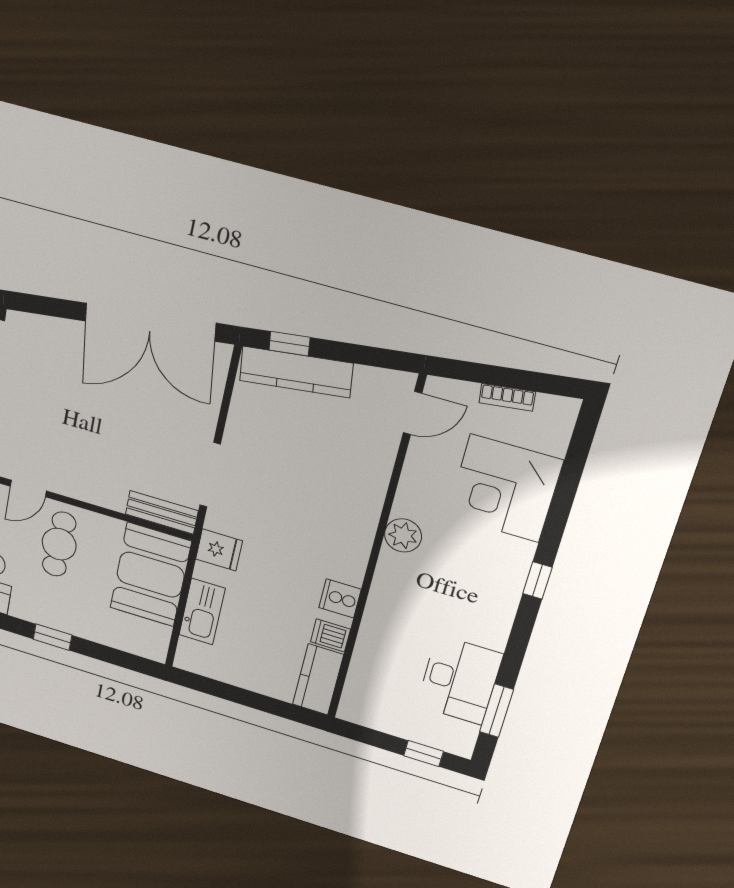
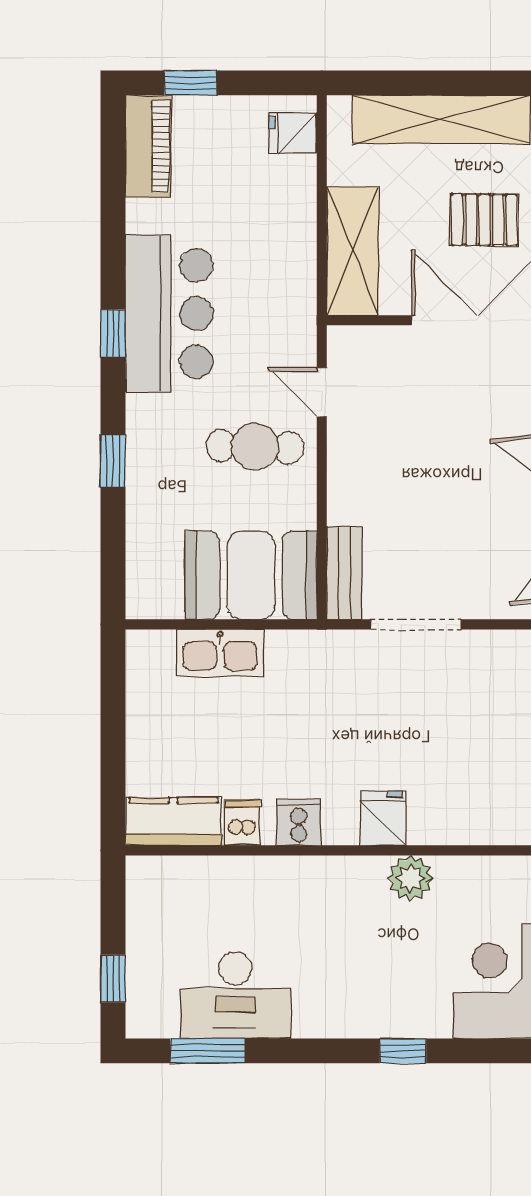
fridge: (219, 550) -> (383, 818), moved, turned 180

